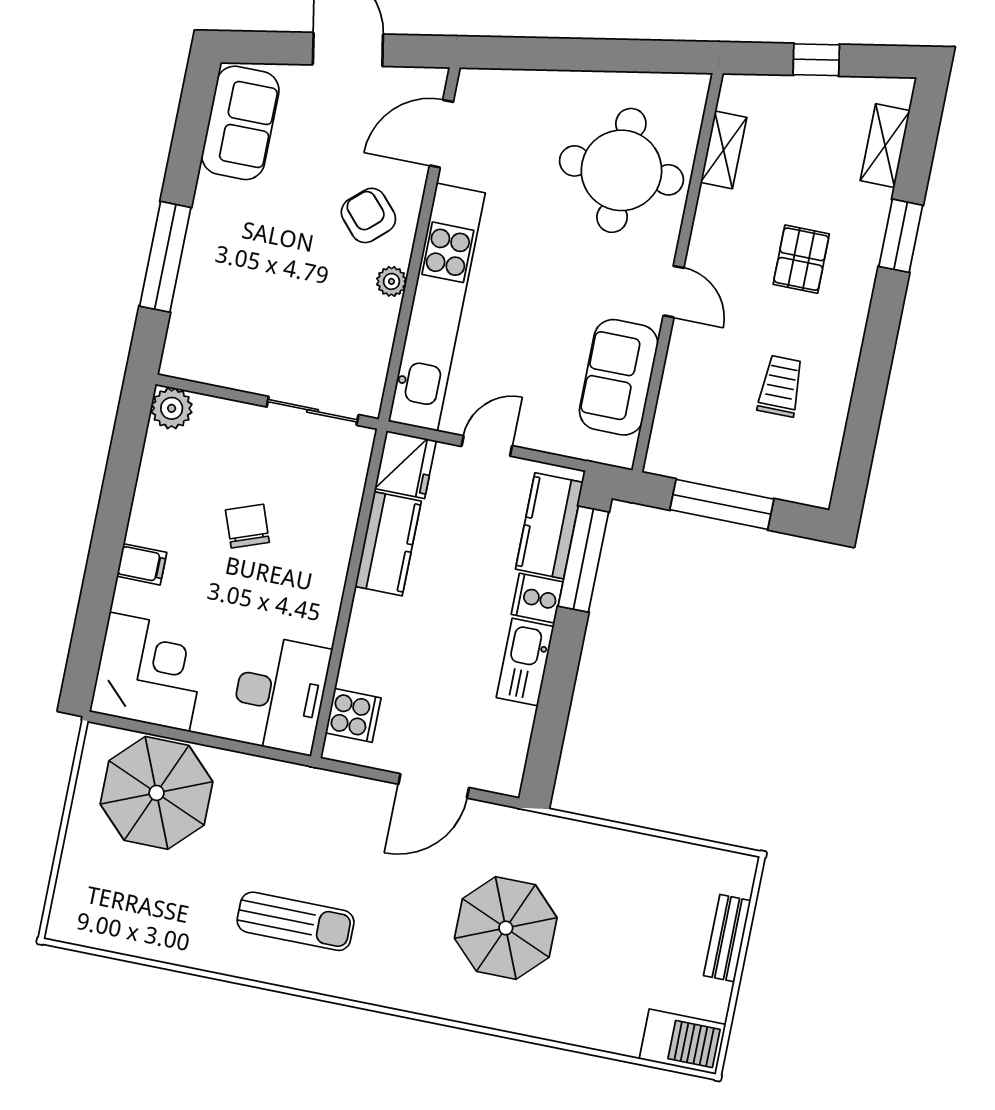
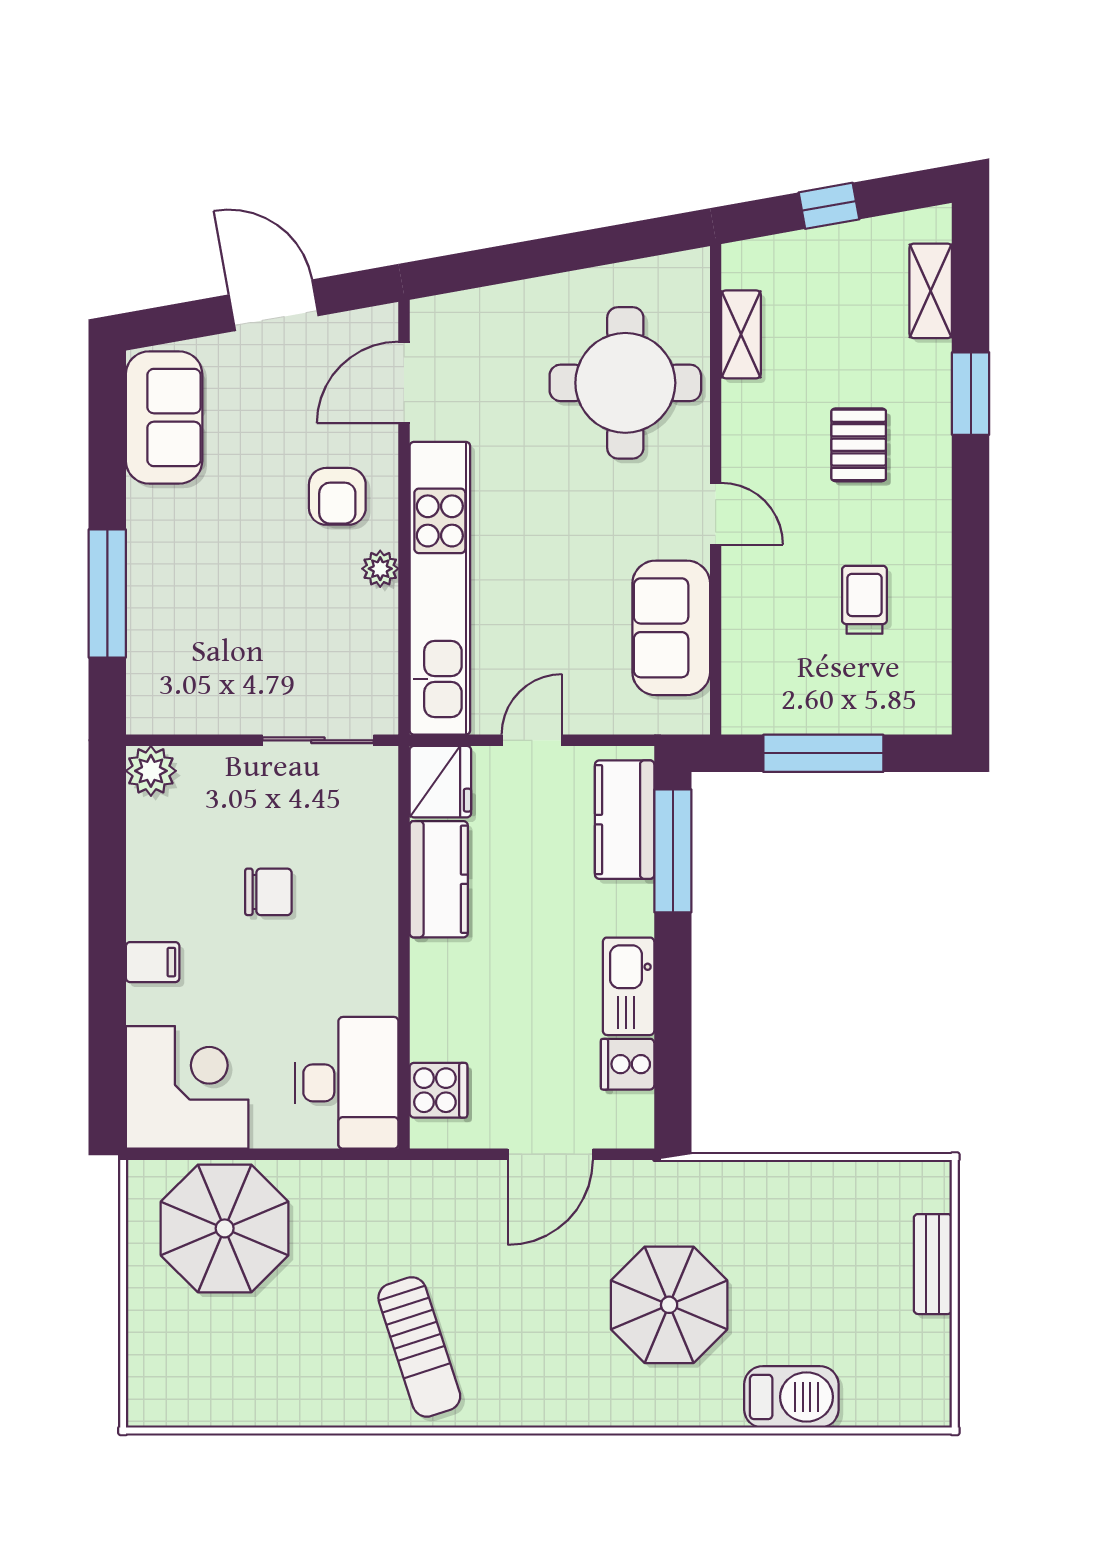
armchair: (368, 215) -> (337, 496), turned -138
chair: (247, 526) -> (268, 892), turned 110
cooker: (537, 598) -> (628, 1064), moved
sun lounger: (296, 921) -> (419, 1347), turned 72
barbecue: (682, 1042) -> (791, 1397), moved

